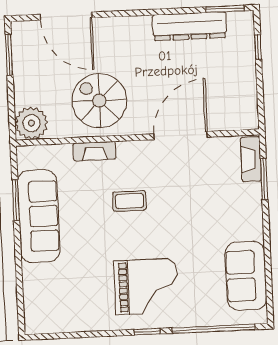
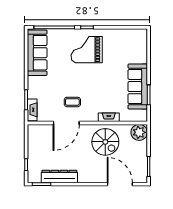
coffee table: (129, 201) -> (72, 102), moved
sofa: (246, 276) -> (37, 53), width x1.36

